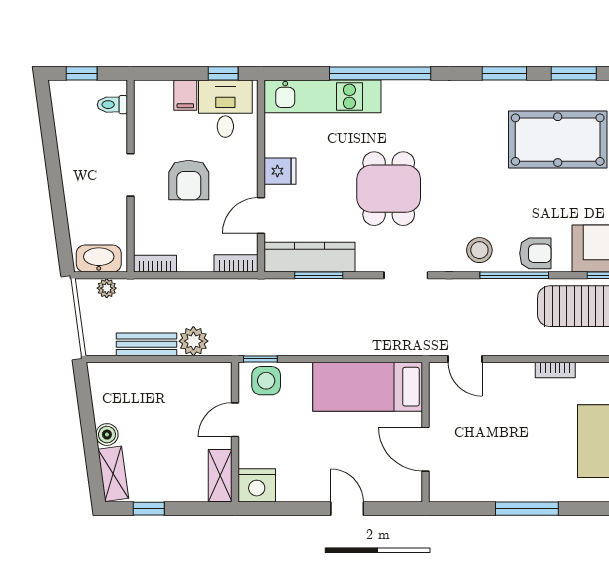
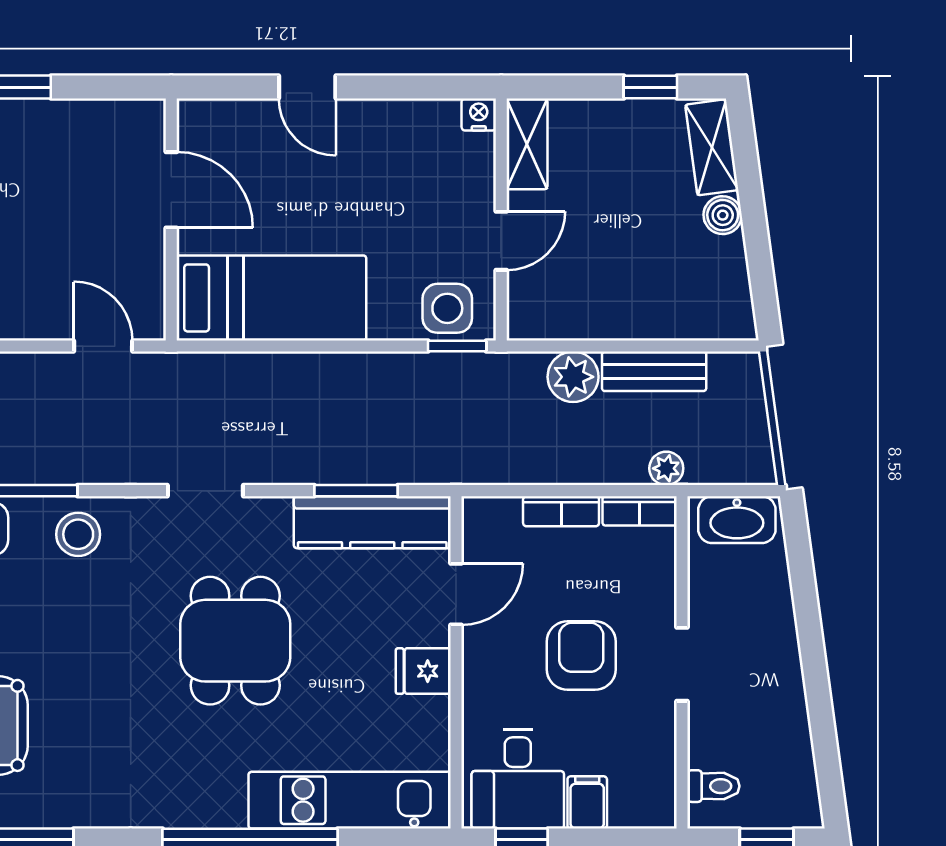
bookcase: (236, 263) -> (561, 511), moved
plant: (107, 288) -> (666, 468), moved
nightstand: (257, 485) -> (479, 114), width x0.53, depth x0.56

